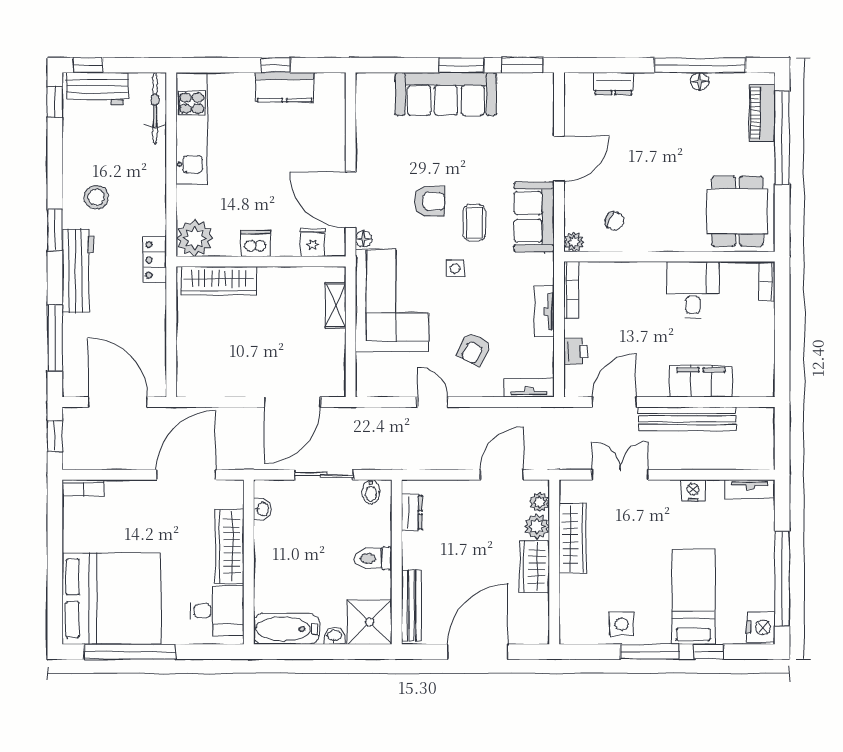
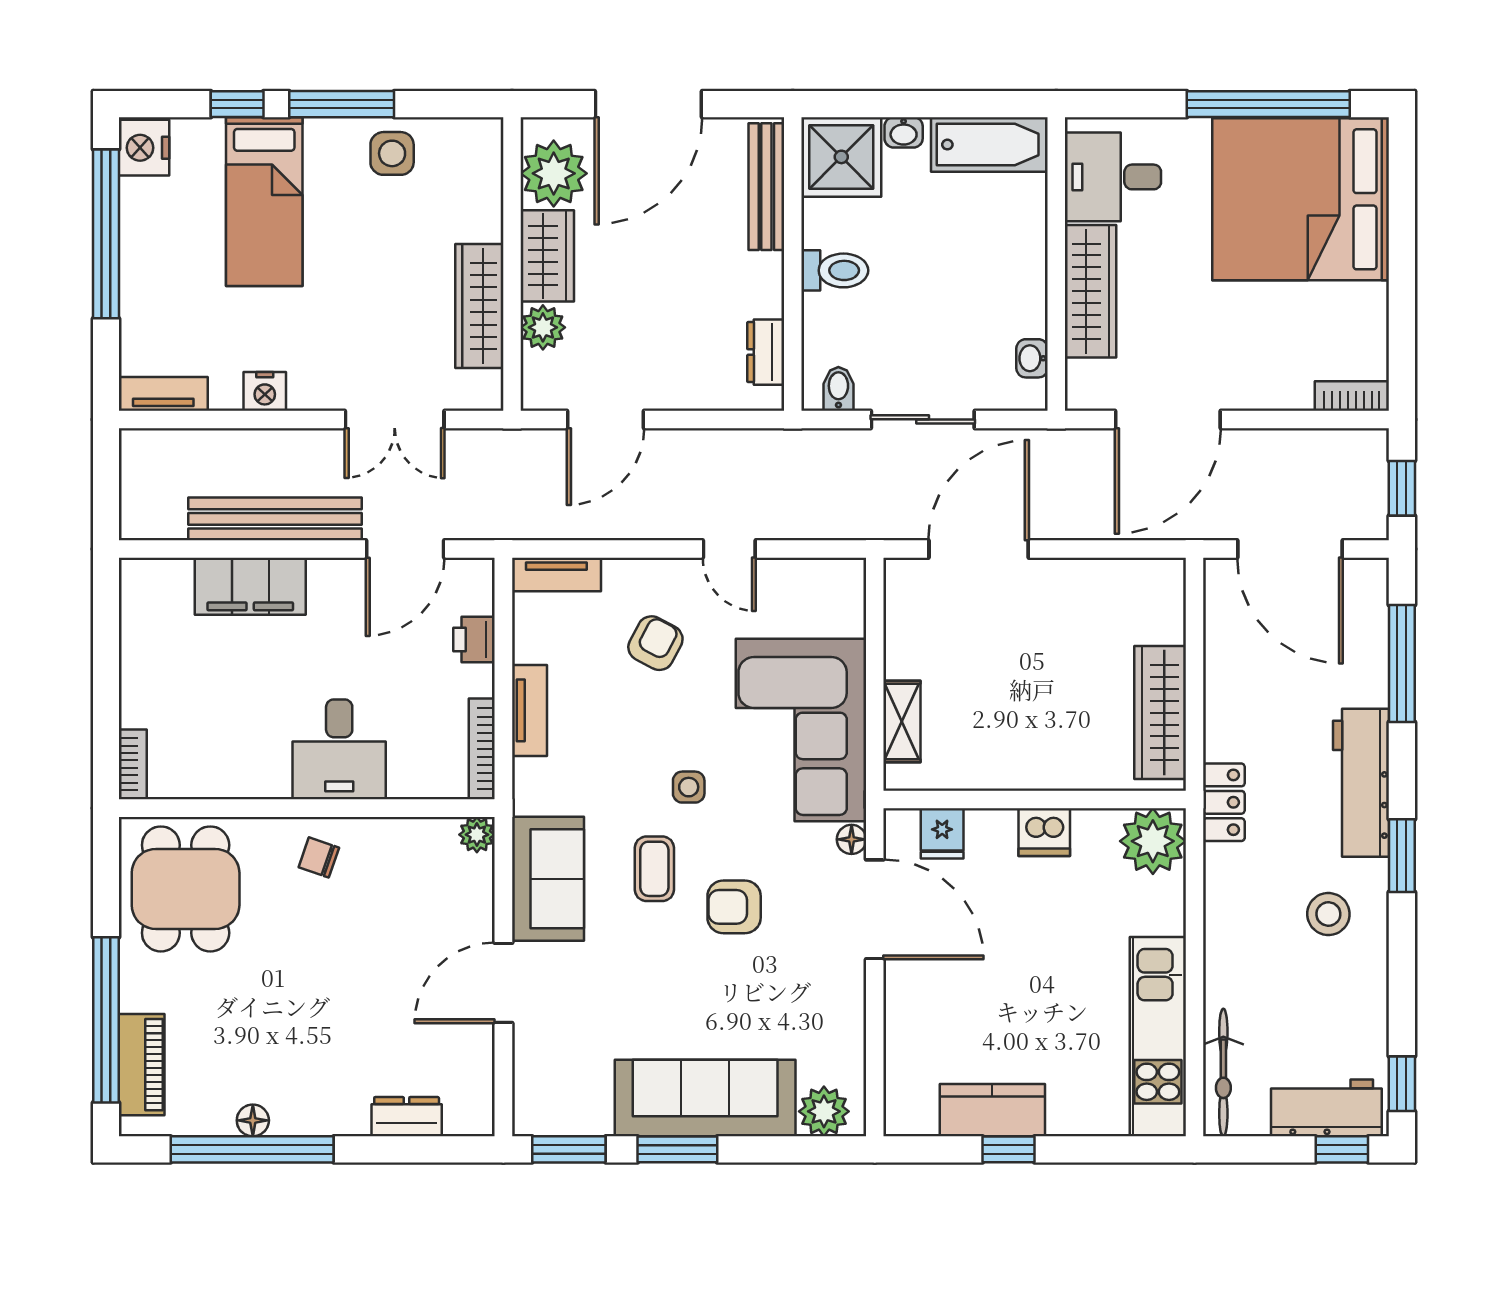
plant: (379, 86) -> (824, 1111), added
chair: (615, 221) -> (319, 857), moved
wardrobe: (219, 281) -> (1160, 713), moved, turned -90
desk: (693, 290) -> (339, 749), moved
plant: (539, 502) -> (554, 173), moved, width x1.87, depth x1.87

